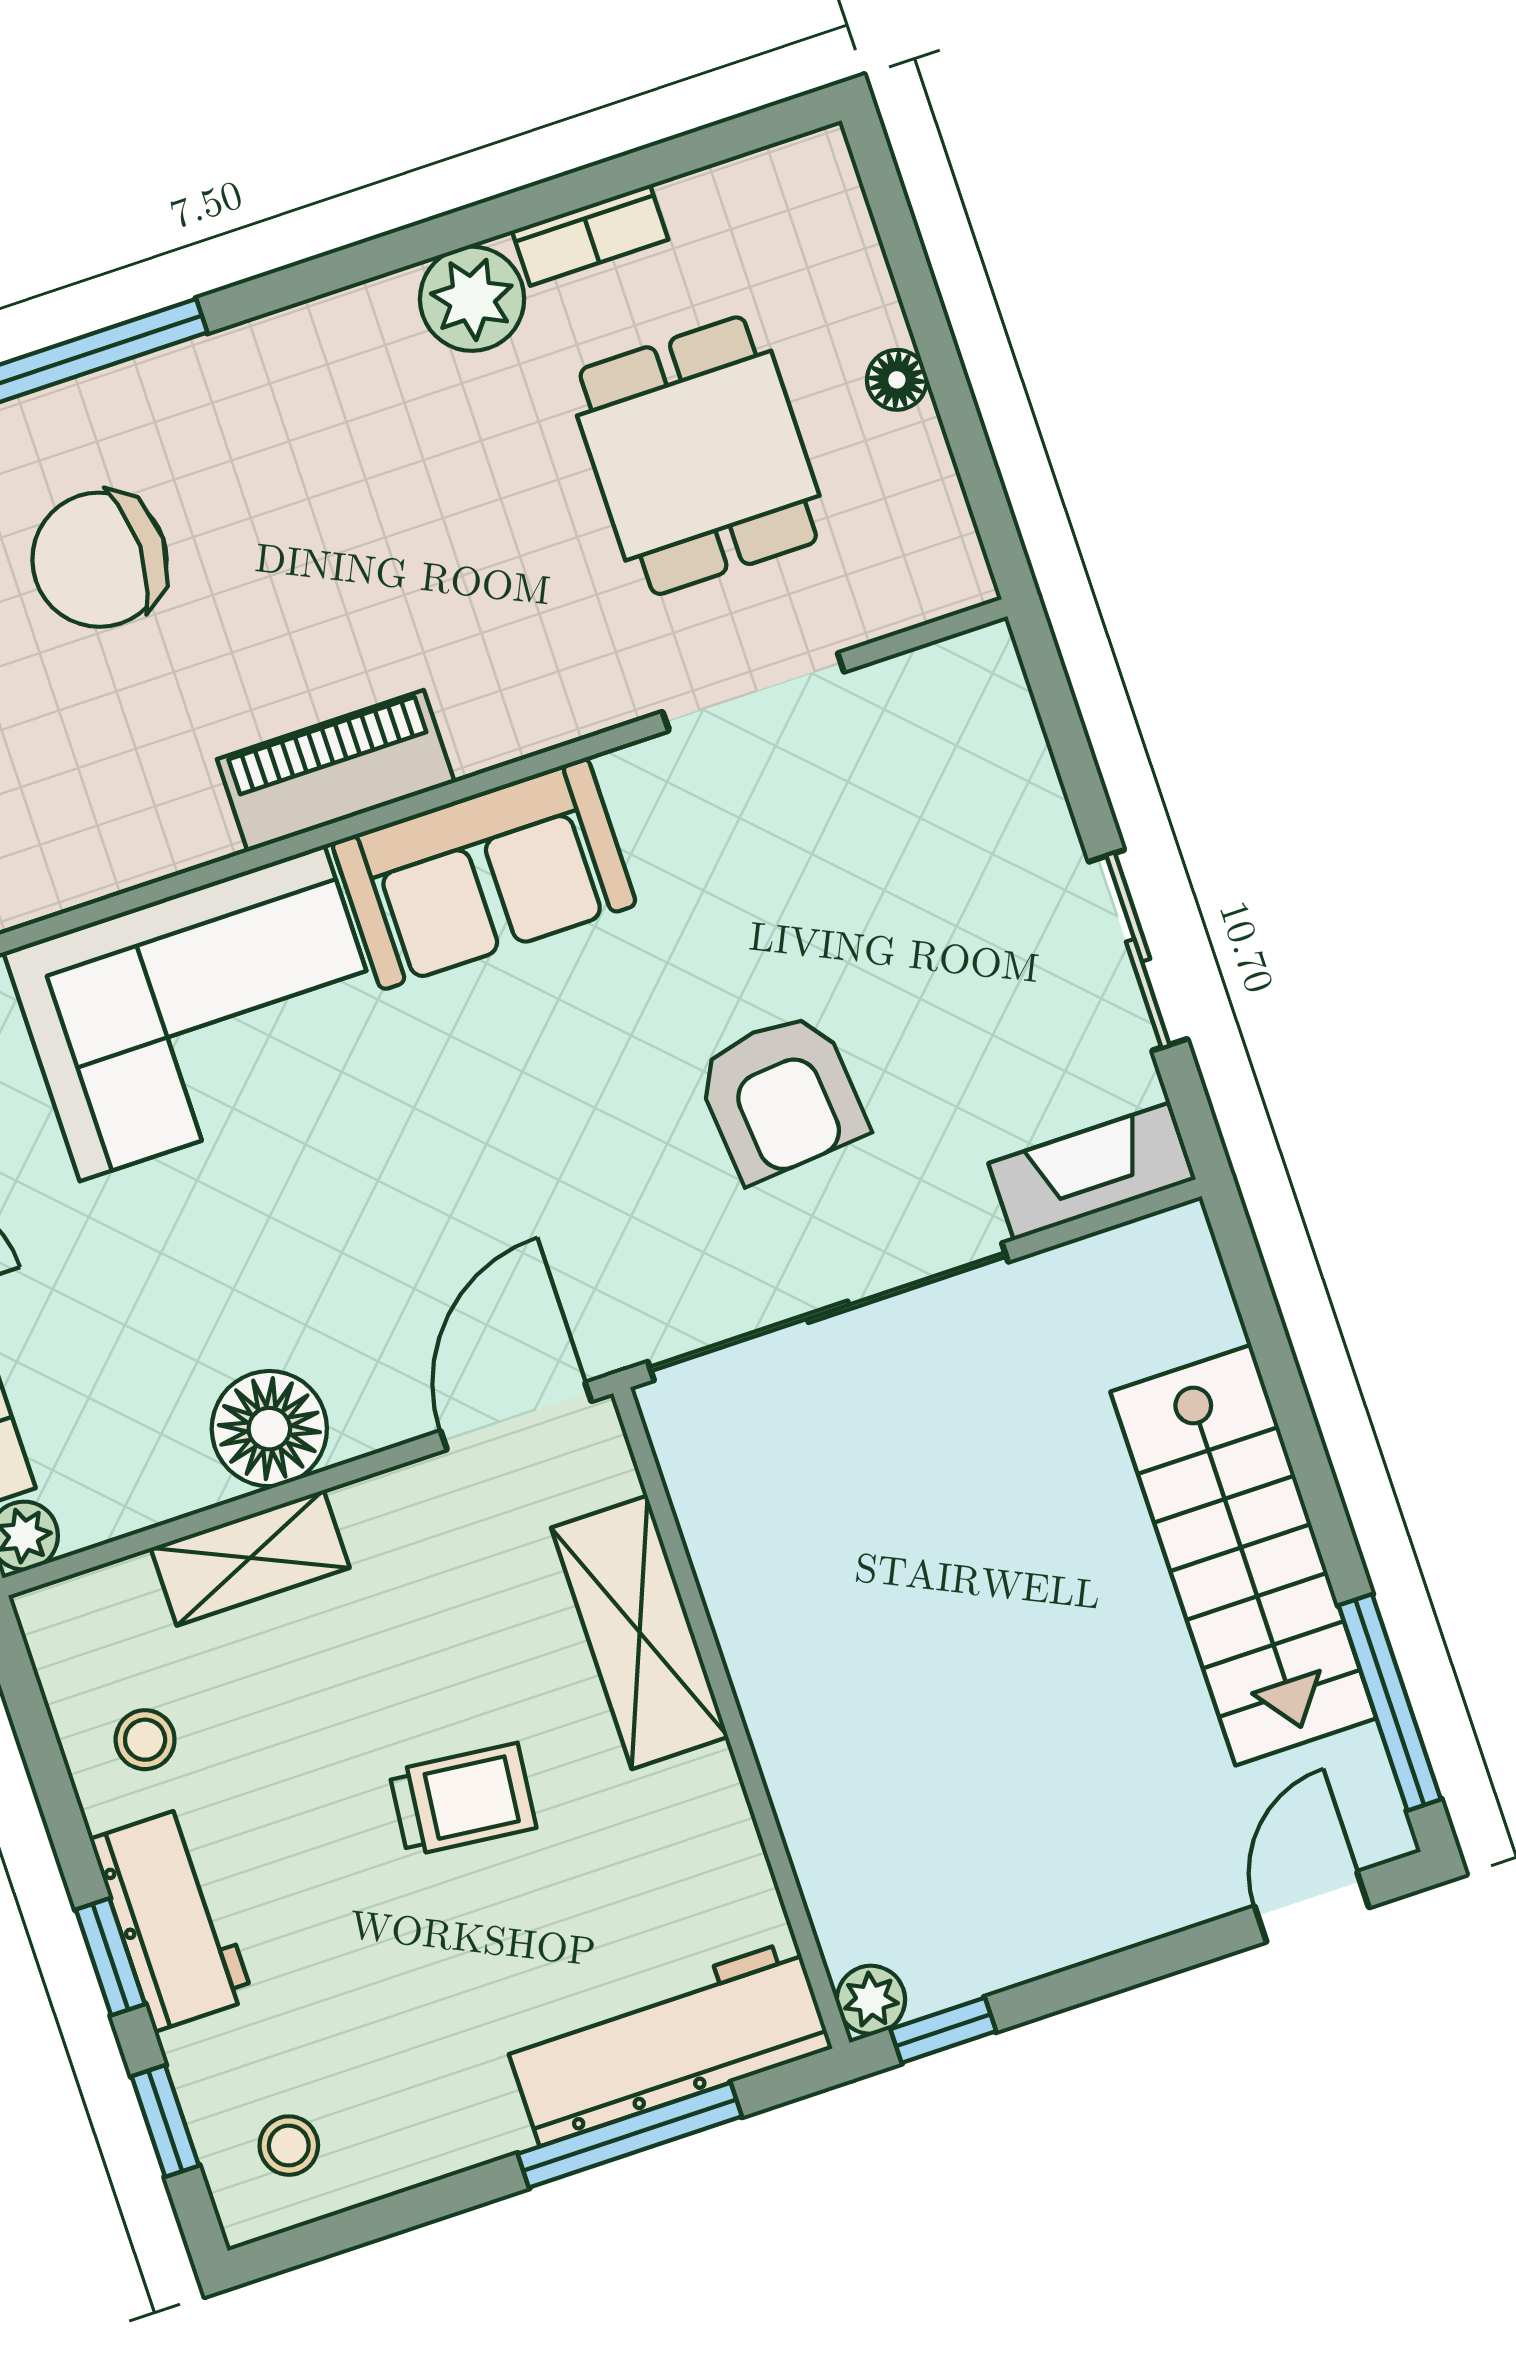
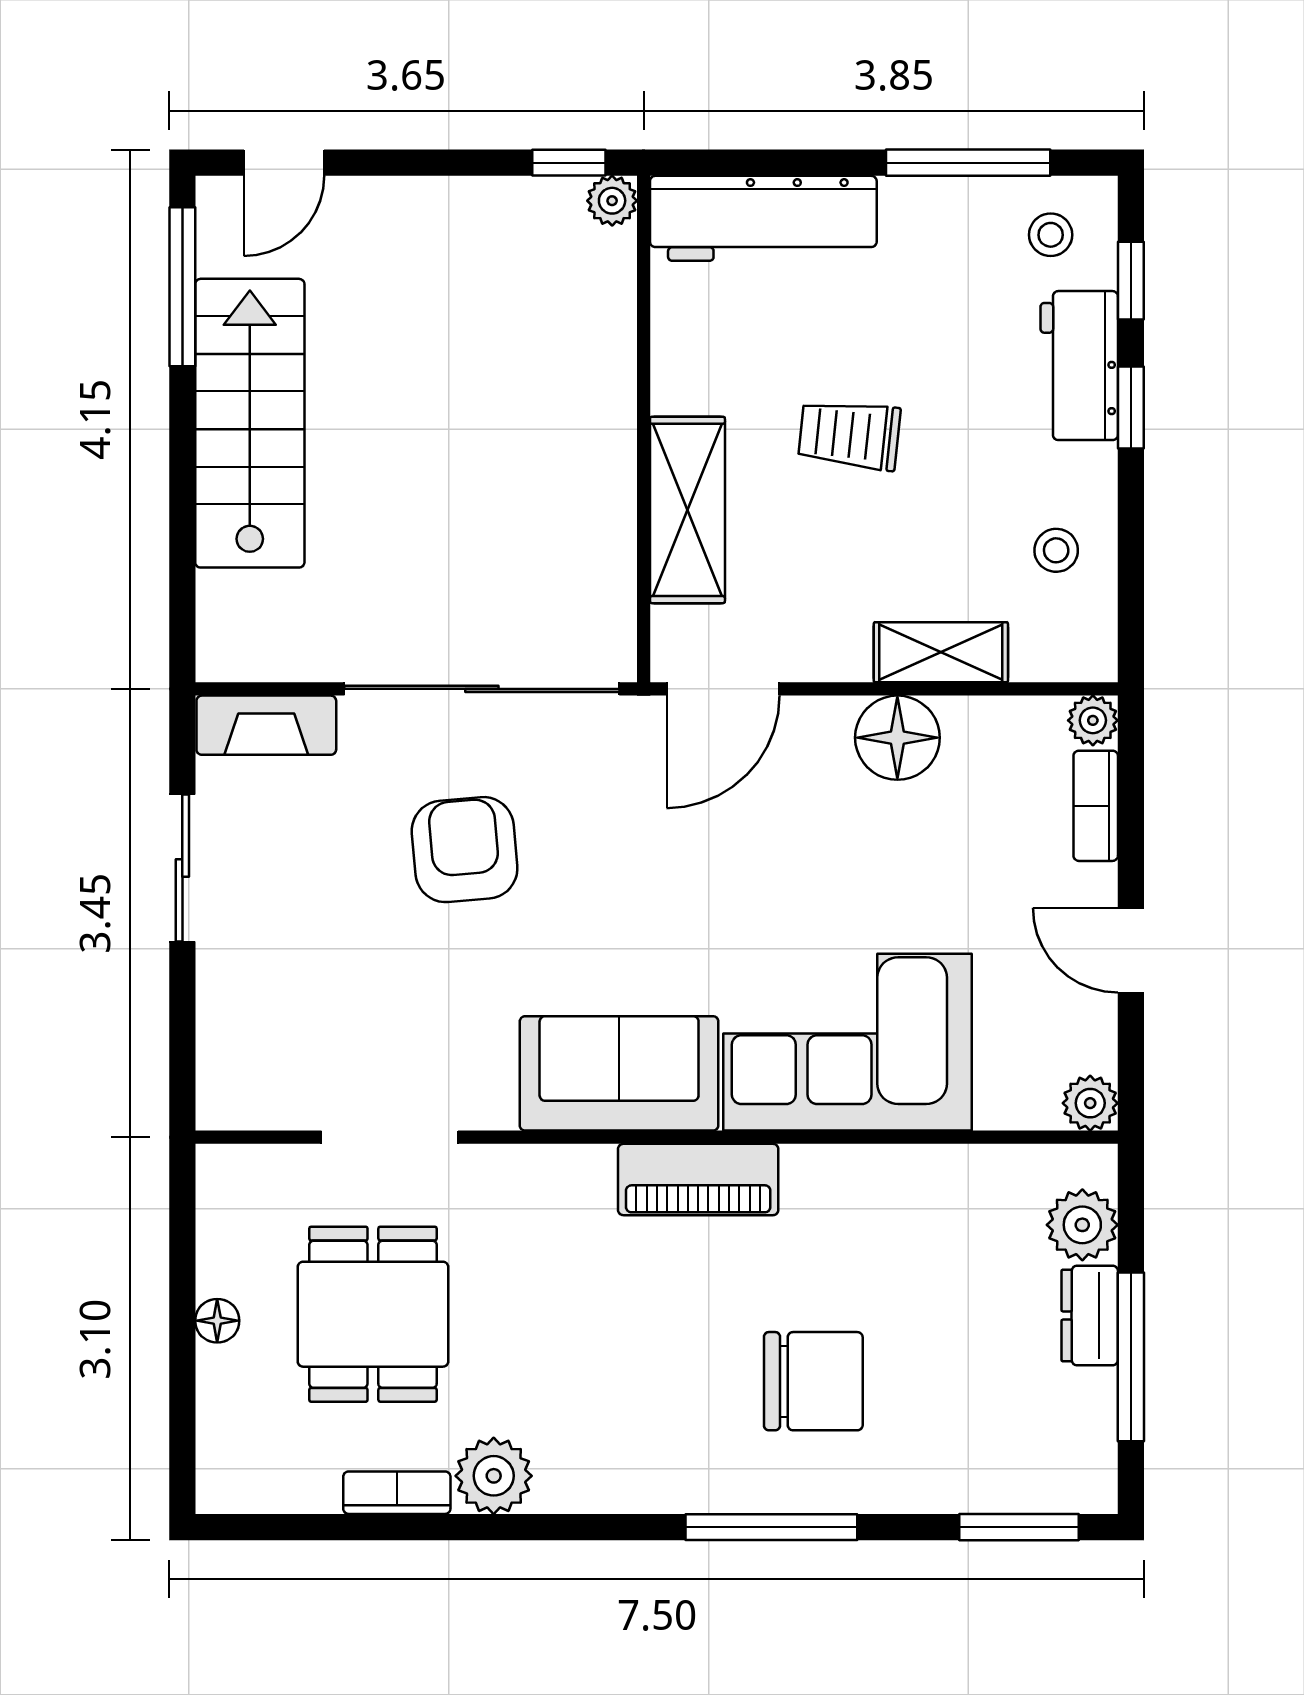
workbench: (172, 1919) -> (1079, 366), moved
window: (630, 2135) -> (968, 163), moved

